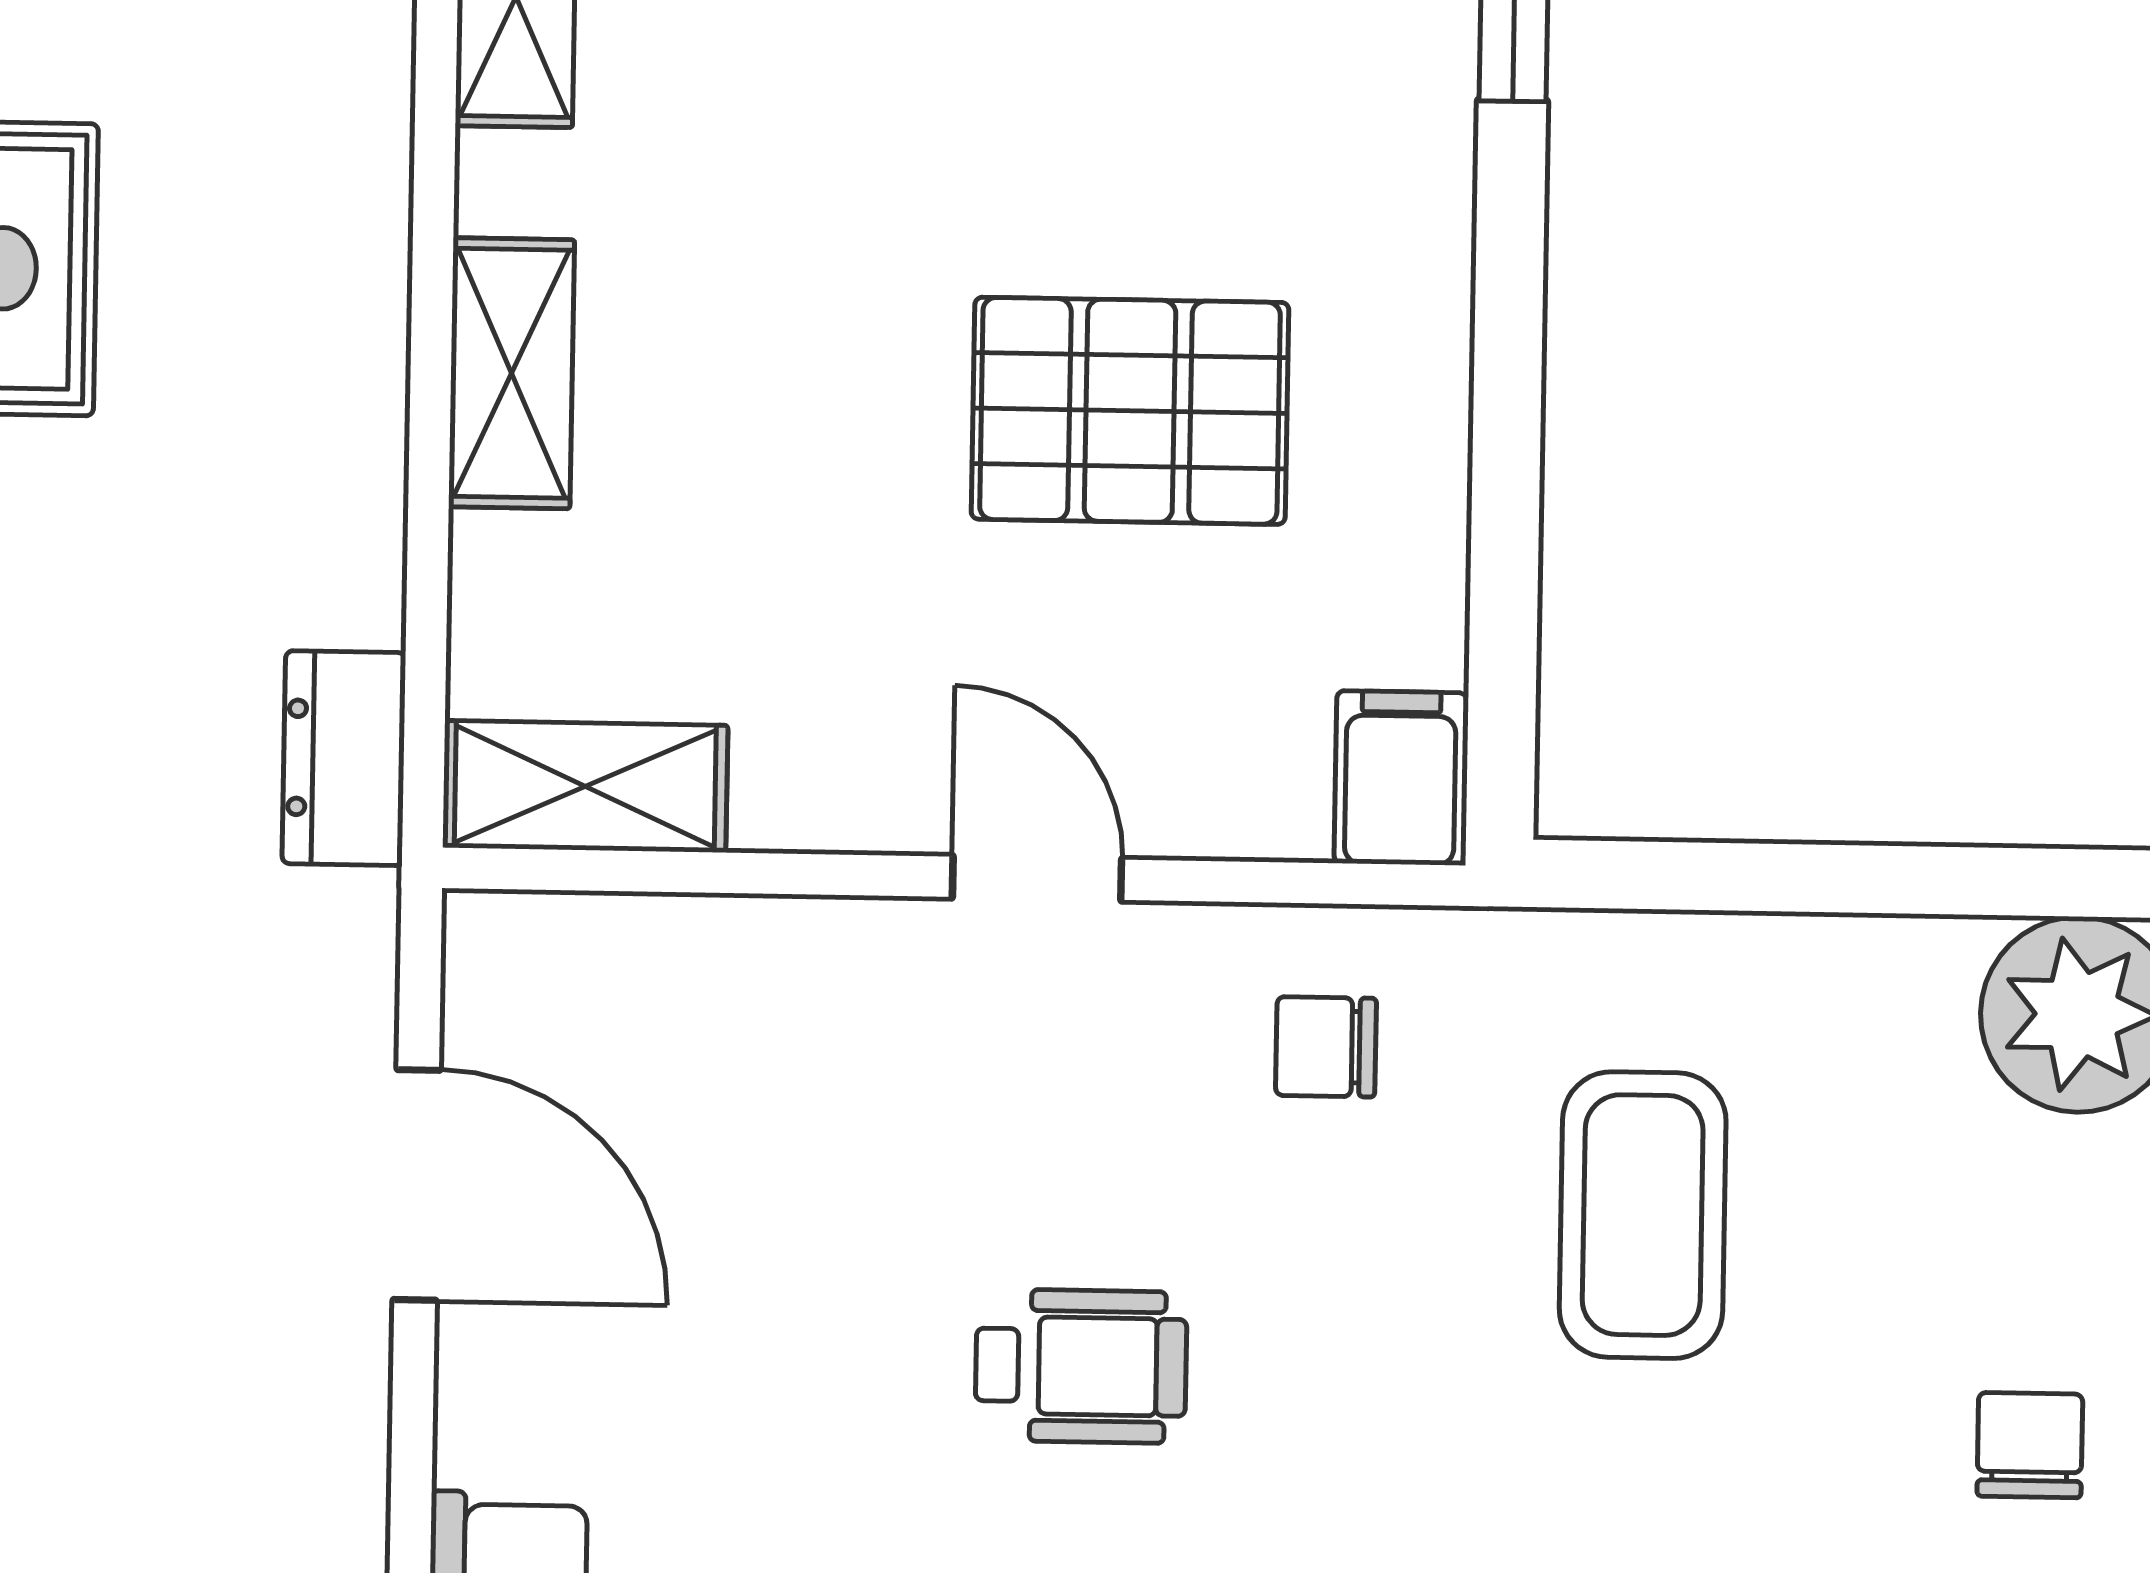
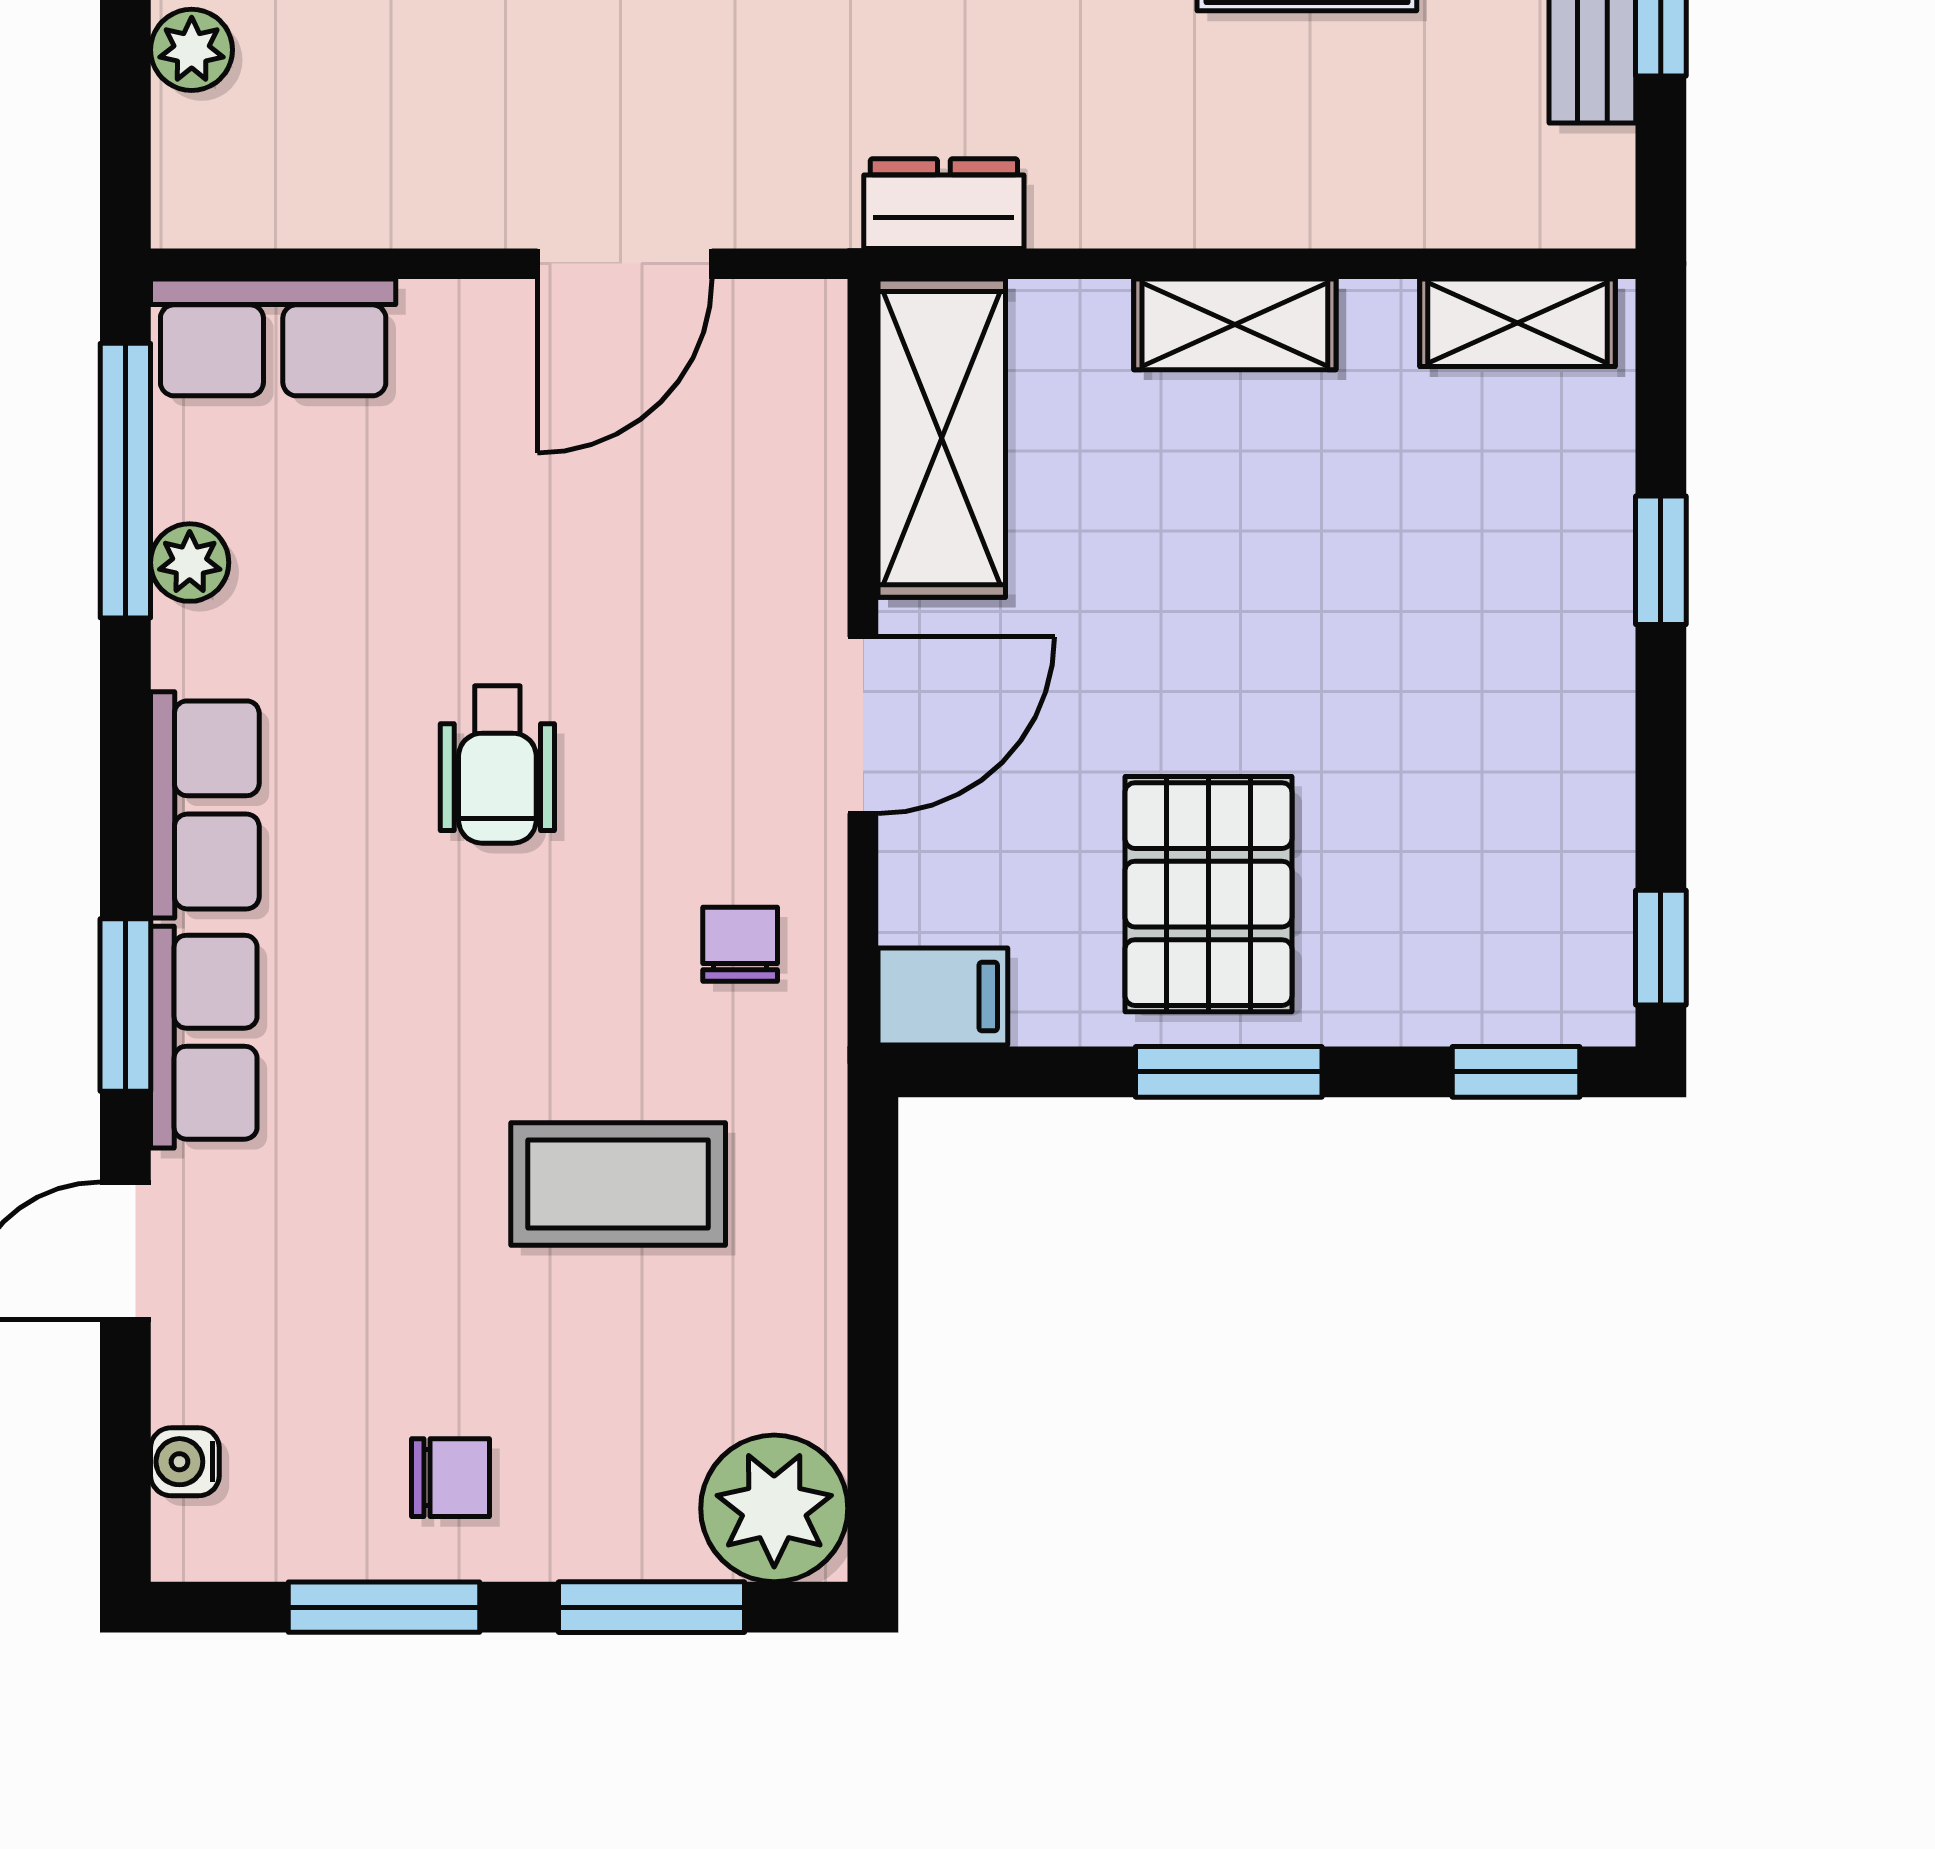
window: (1507, 399) -> (1229, 1072), added
pallet: (1130, 411) -> (1208, 894), moved
shelving: (585, 786) -> (942, 438), width x1.50, depth x1.33
door: (1037, 878) -> (863, 725), width x1.38

